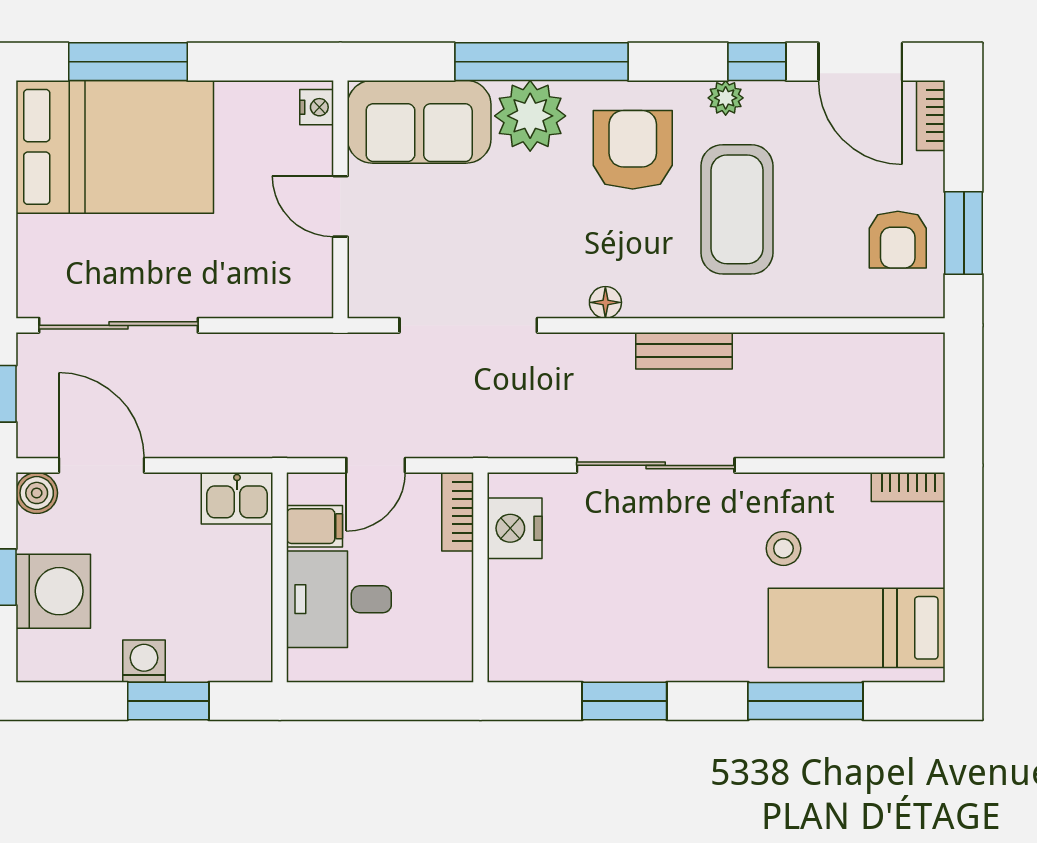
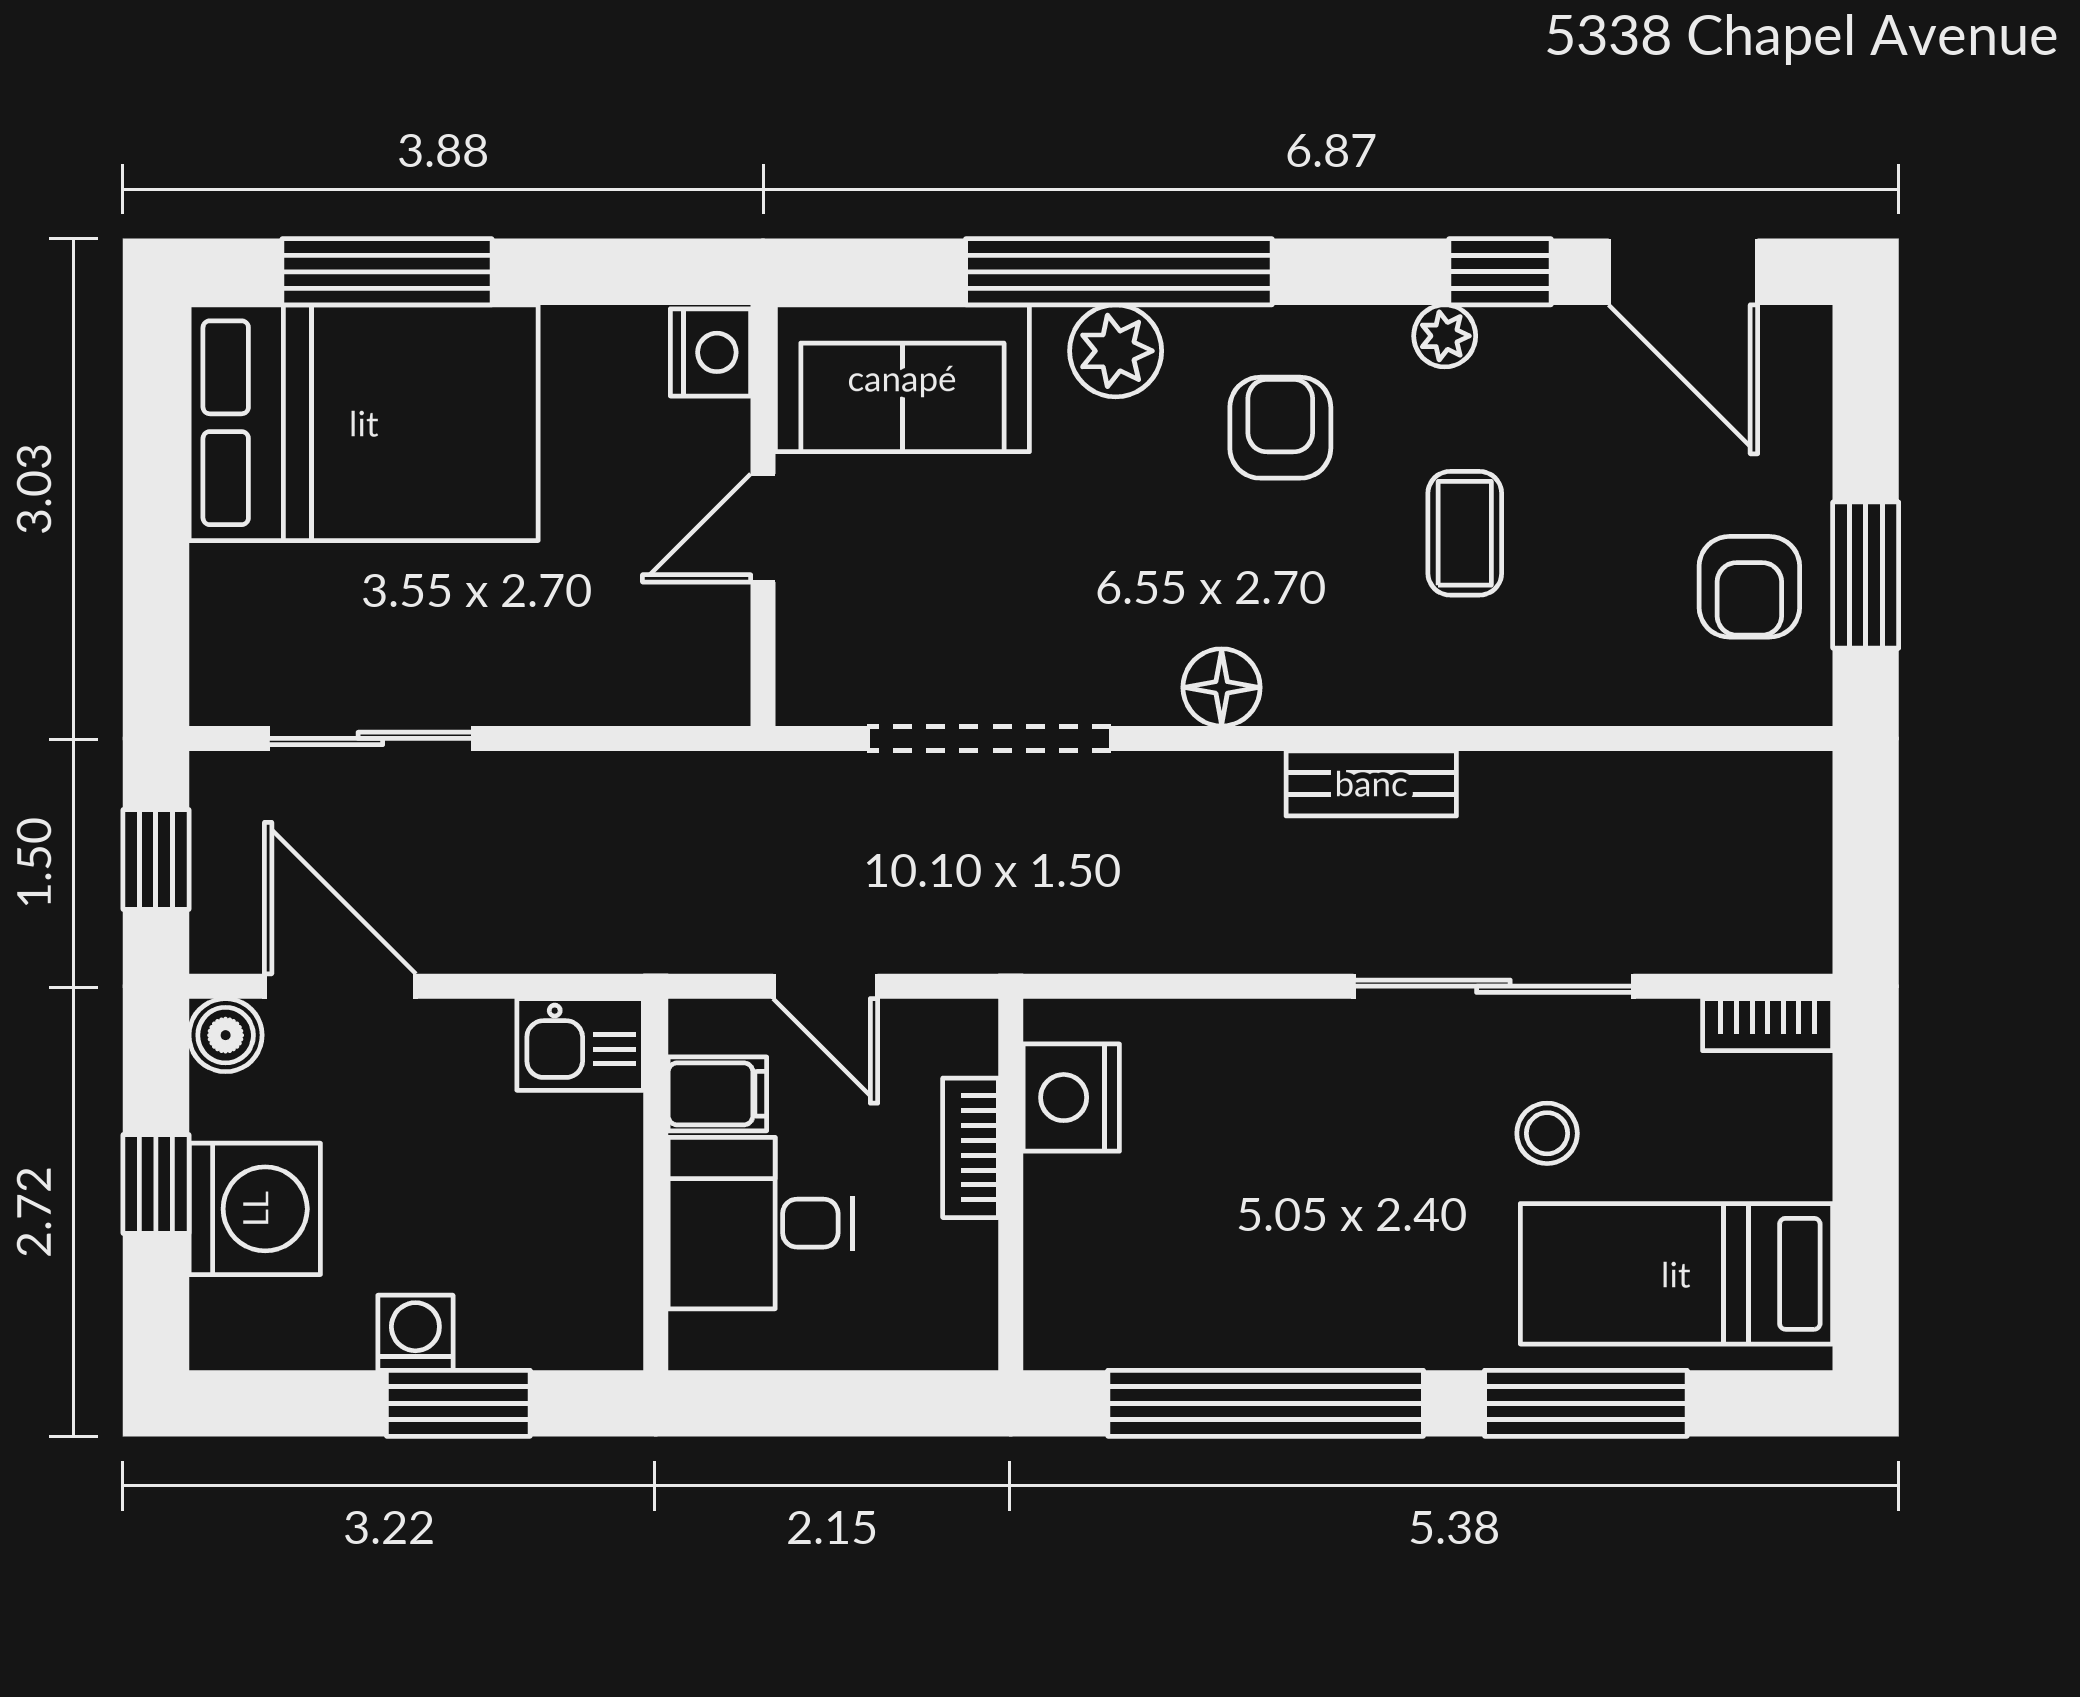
nightstand: (317, 107) -> (710, 352), width x1.39, depth x1.35
bookcase: (931, 115) -> (1808, 367), removed
plant: (530, 116) -> (1116, 351), width x0.73, depth x0.73
armchair: (633, 150) -> (1280, 428), width x0.72, depth x0.72
door: (340, 206) -> (763, 528), hinge flipped
coffee table: (737, 209) -> (1465, 533), width x0.54, depth x0.58
floor lamp: (605, 302) -> (1222, 687), width x1.37, depth x1.37
sliding door: (119, 325) -> (370, 738), width x0.73
door: (376, 465) -> (825, 986), hinge flipped
sliding door: (656, 465) -> (1493, 986), moved
bookcase: (458, 512) -> (971, 1148), moved
window: (624, 701) -> (1266, 1403), width x2.11

